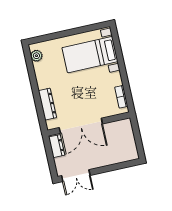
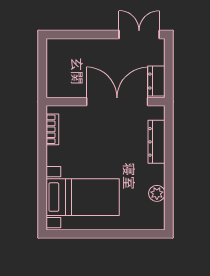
plant: (36, 56) -> (157, 193), moved

